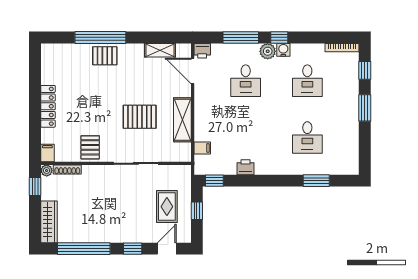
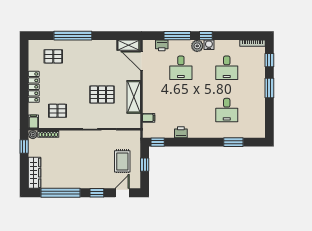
shelving: (160, 50) -> (128, 45), moved
printer: (202, 51) -> (162, 45), moved
pallet: (105, 56) -> (53, 56), moved
pallet: (90, 147) -> (57, 111), moved, turned 90

